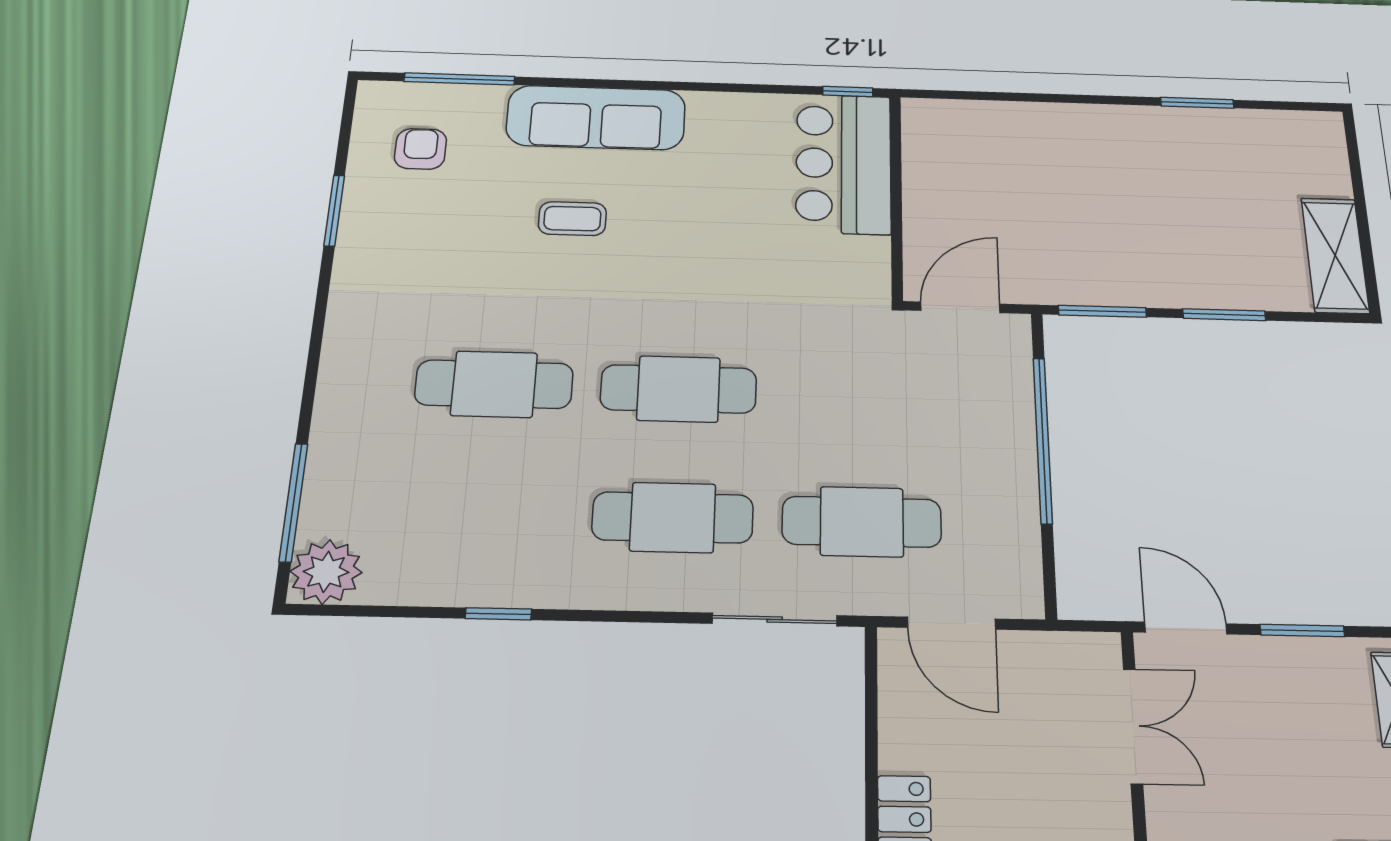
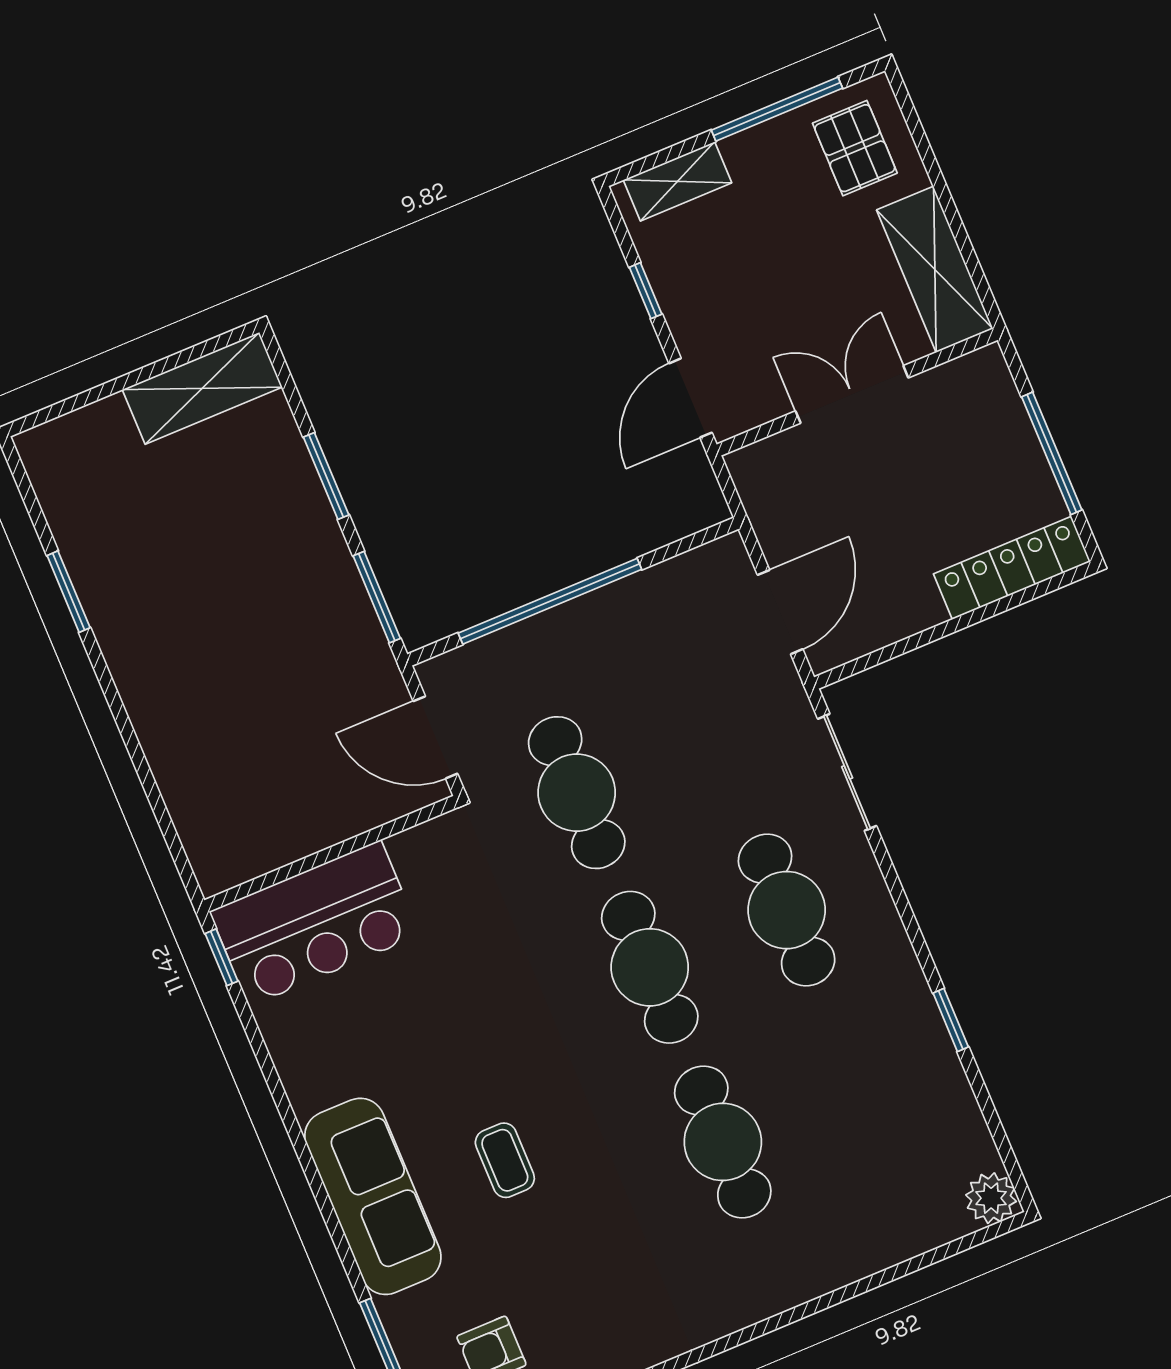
window: (293, 502) -> (925, 1260), removed
cafe table: (862, 522) -> (577, 793), moved
plant: (326, 572) -> (991, 1198), width x0.73, depth x0.73
window: (1302, 630) -> (646, 291), width x0.67
double door: (1133, 726) -> (852, 394), moved

